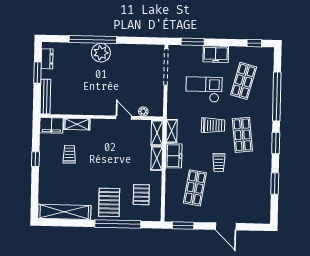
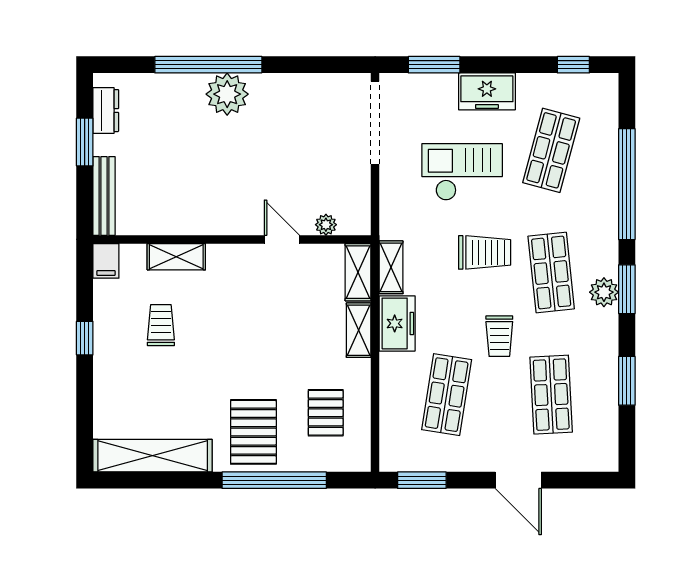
filing cabinet: (51, 125) -> (106, 261), width x0.50
plant: (266, 144) -> (604, 292), added
shop shelf: (241, 189) -> (551, 395), added

